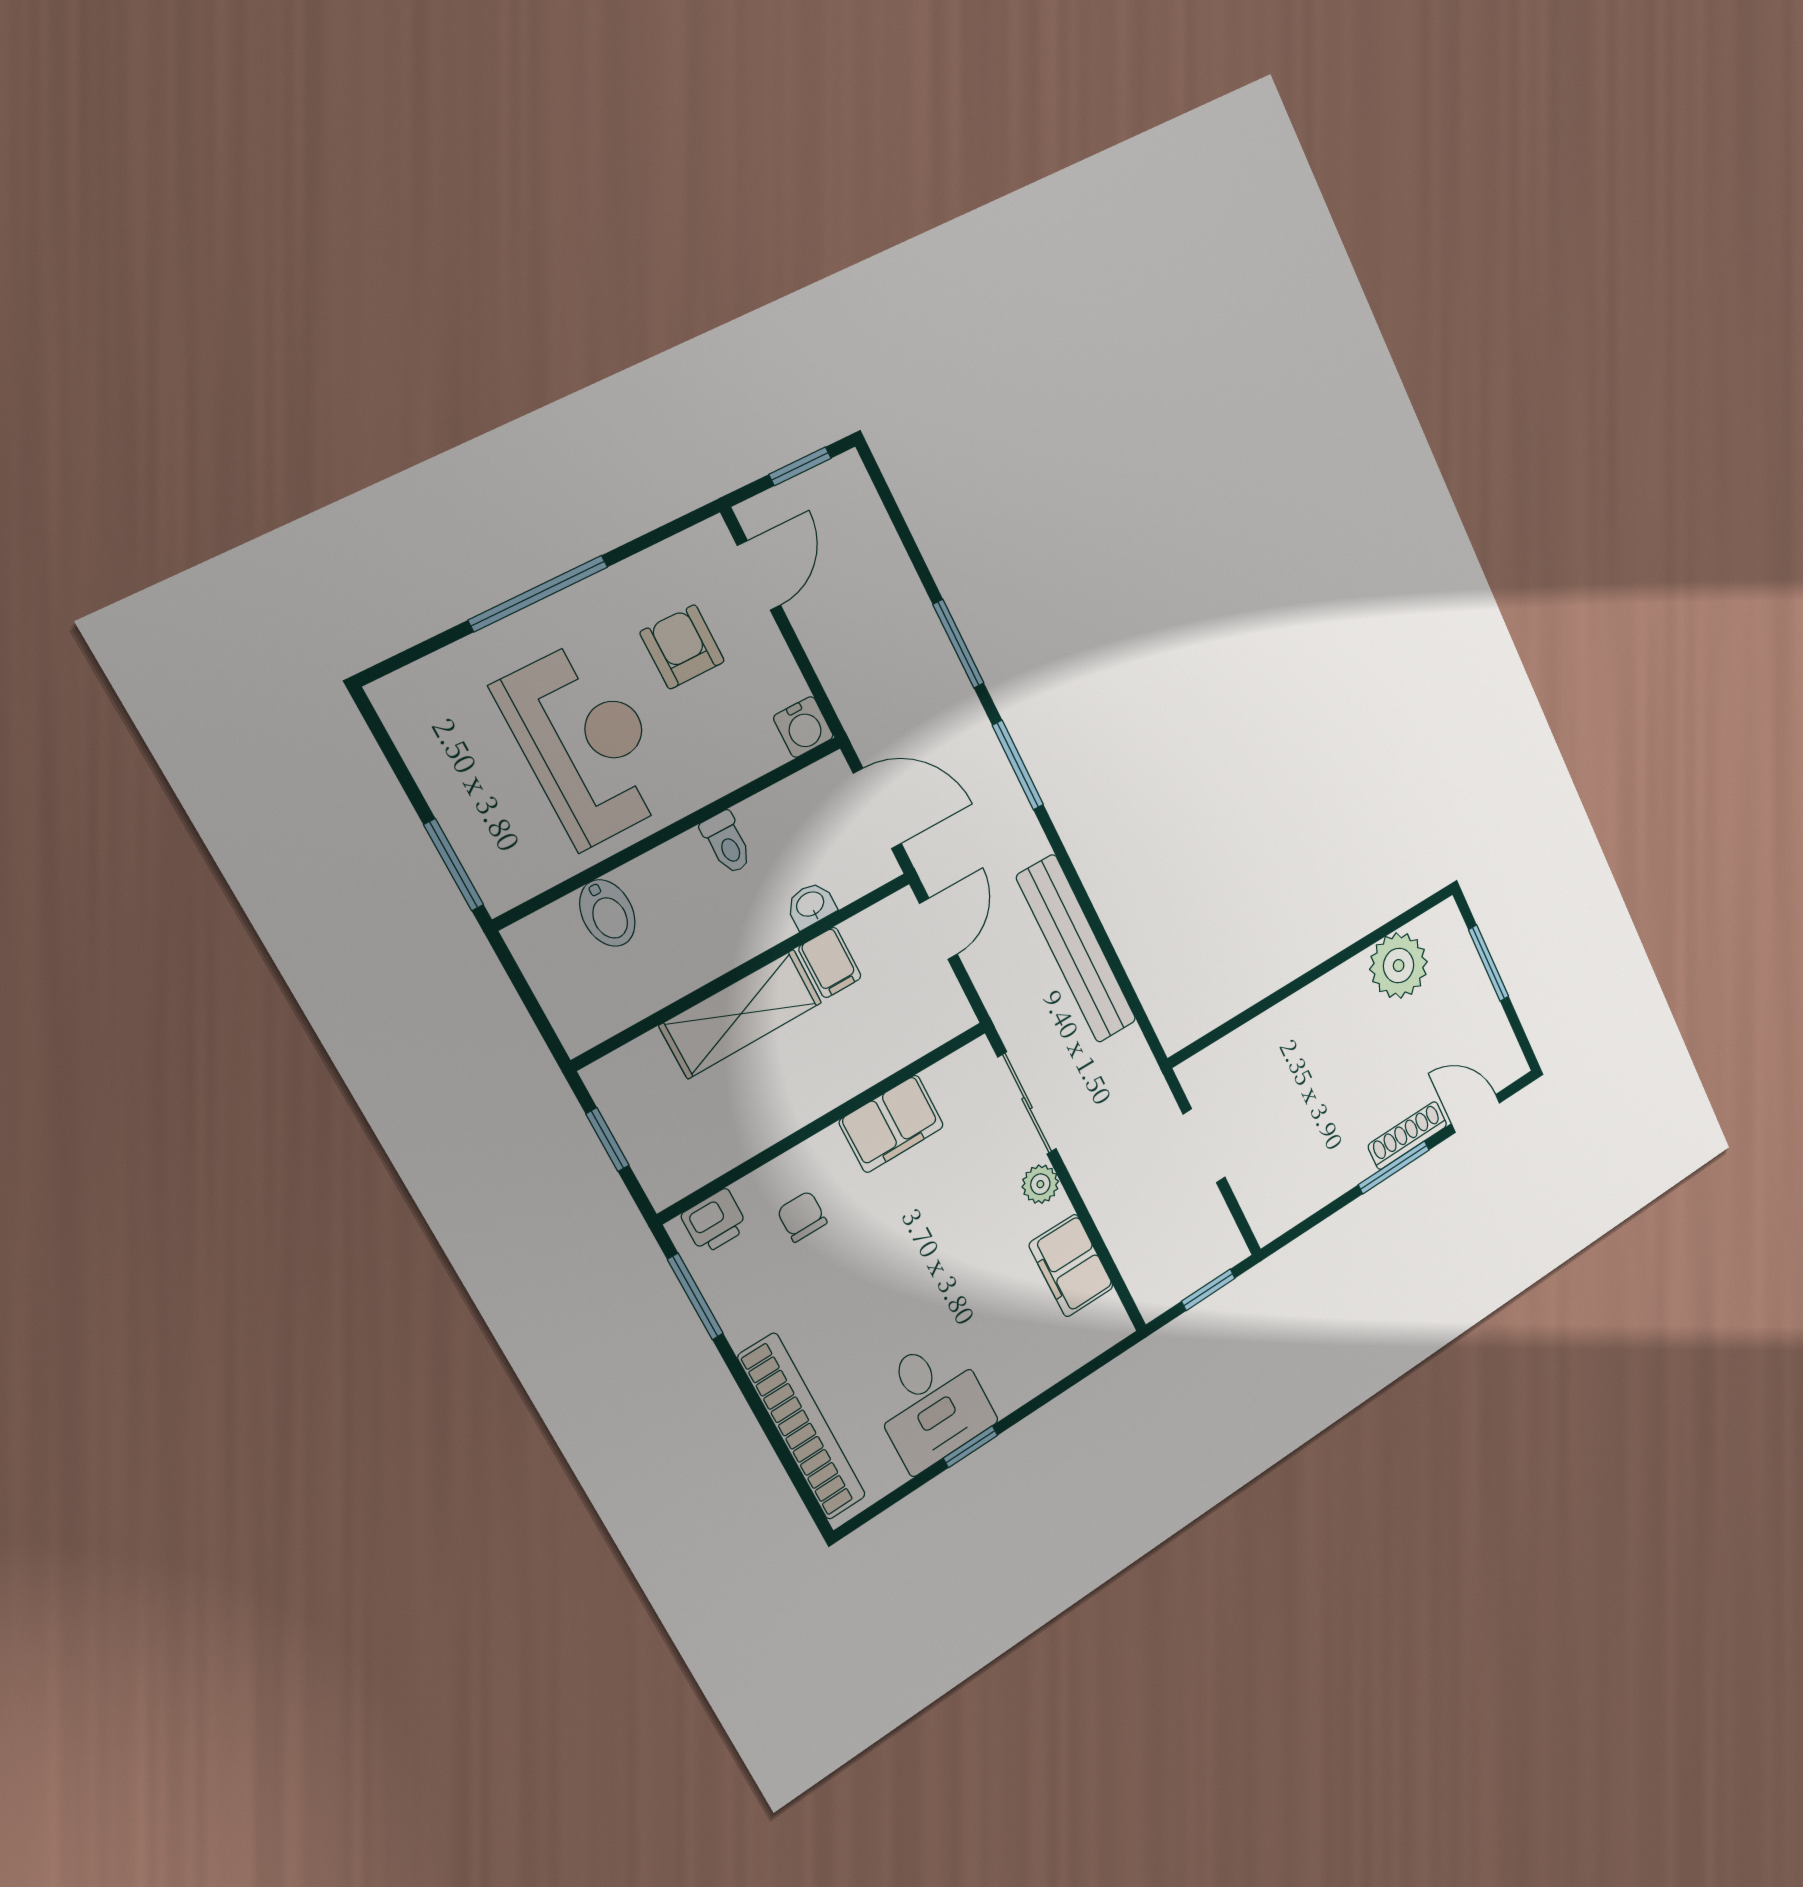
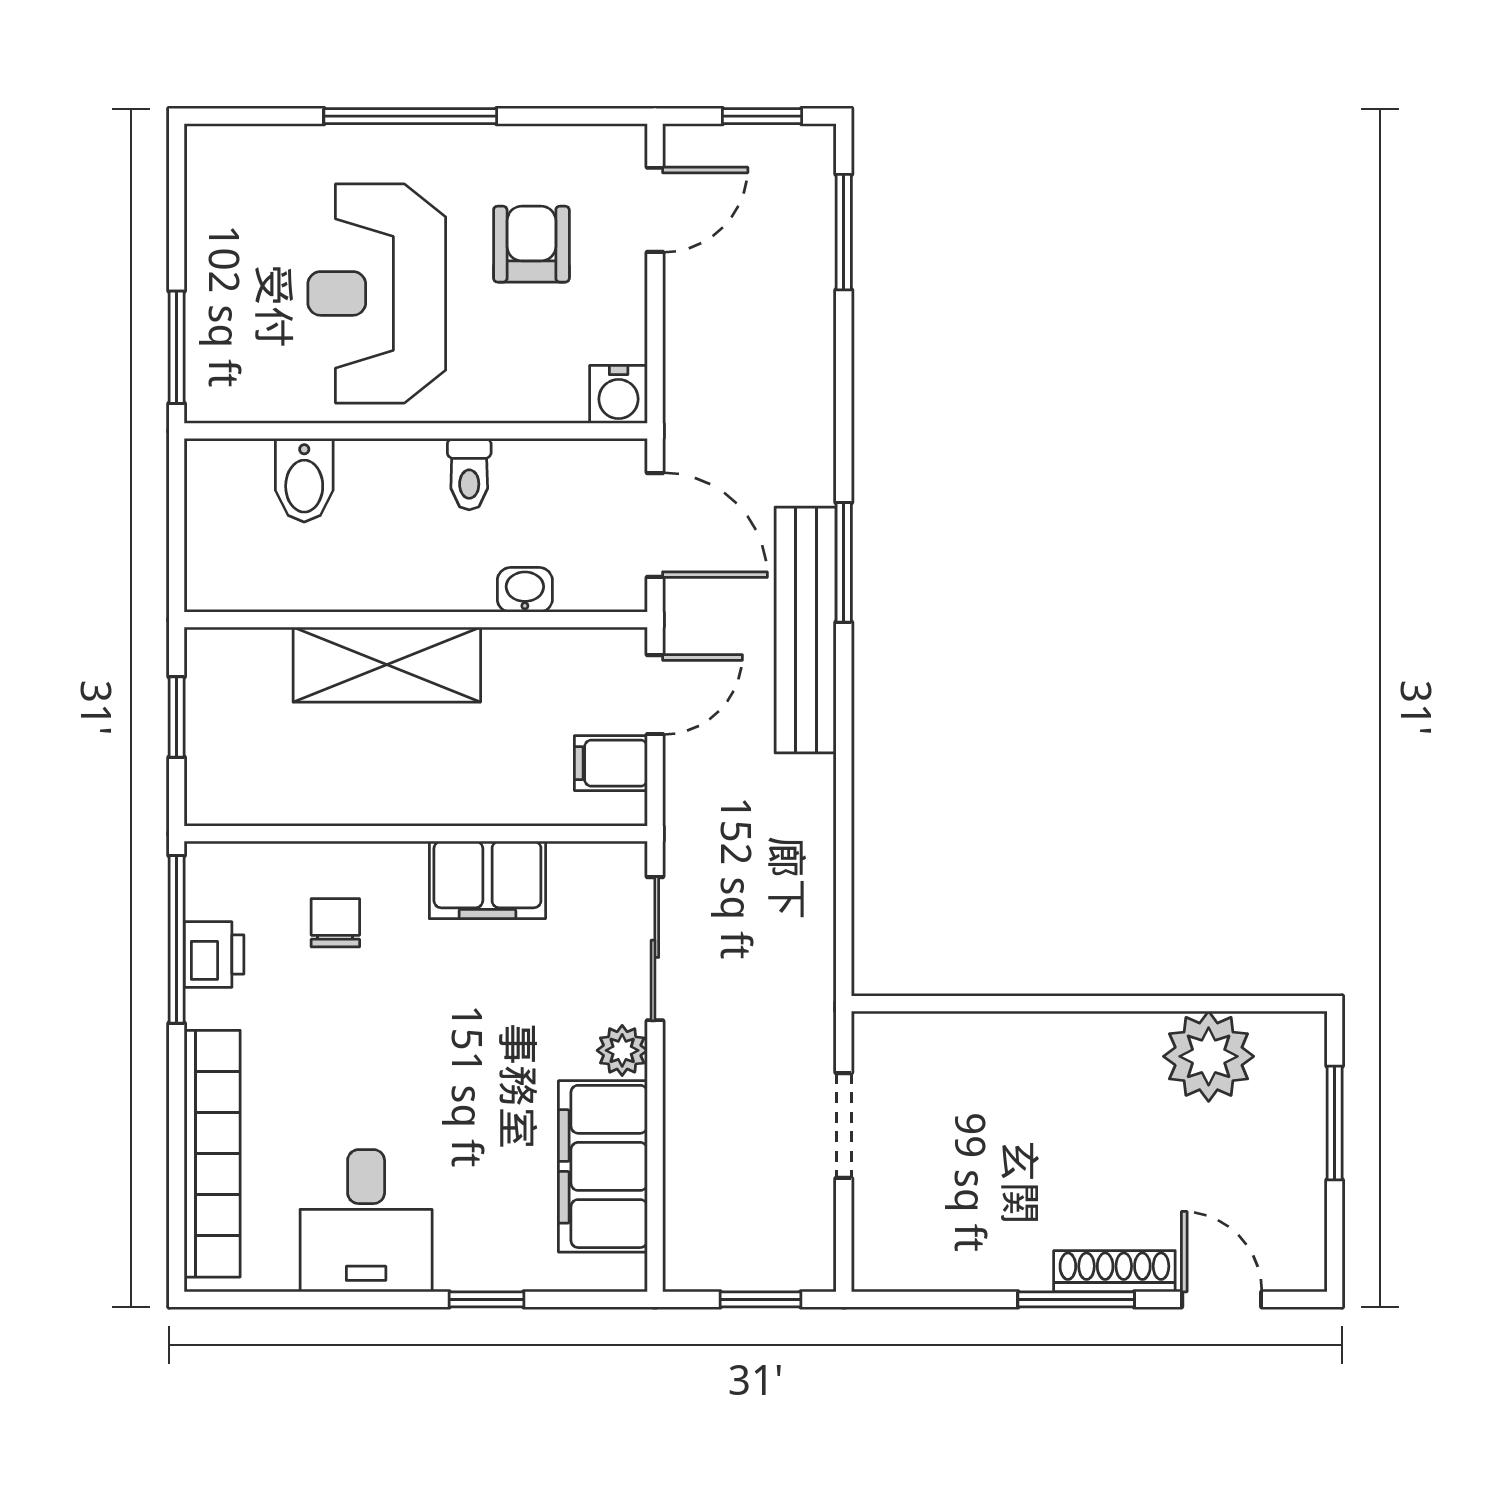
window: (958, 644) -> (844, 232), moved
reception desk: (586, 743) -> (377, 293), turned 180
bench: (1076, 949) -> (806, 630), moved
filing cabinet: (830, 963) -> (611, 763), moved, turned 90
printer: (715, 1221) -> (214, 954), moved, turned -90
filing cabinet: (1071, 1266) -> (603, 1166), width x1.50, depth x1.17
window: (695, 1296) -> (177, 939), width x1.44
window: (970, 1447) -> (487, 1299), moved

